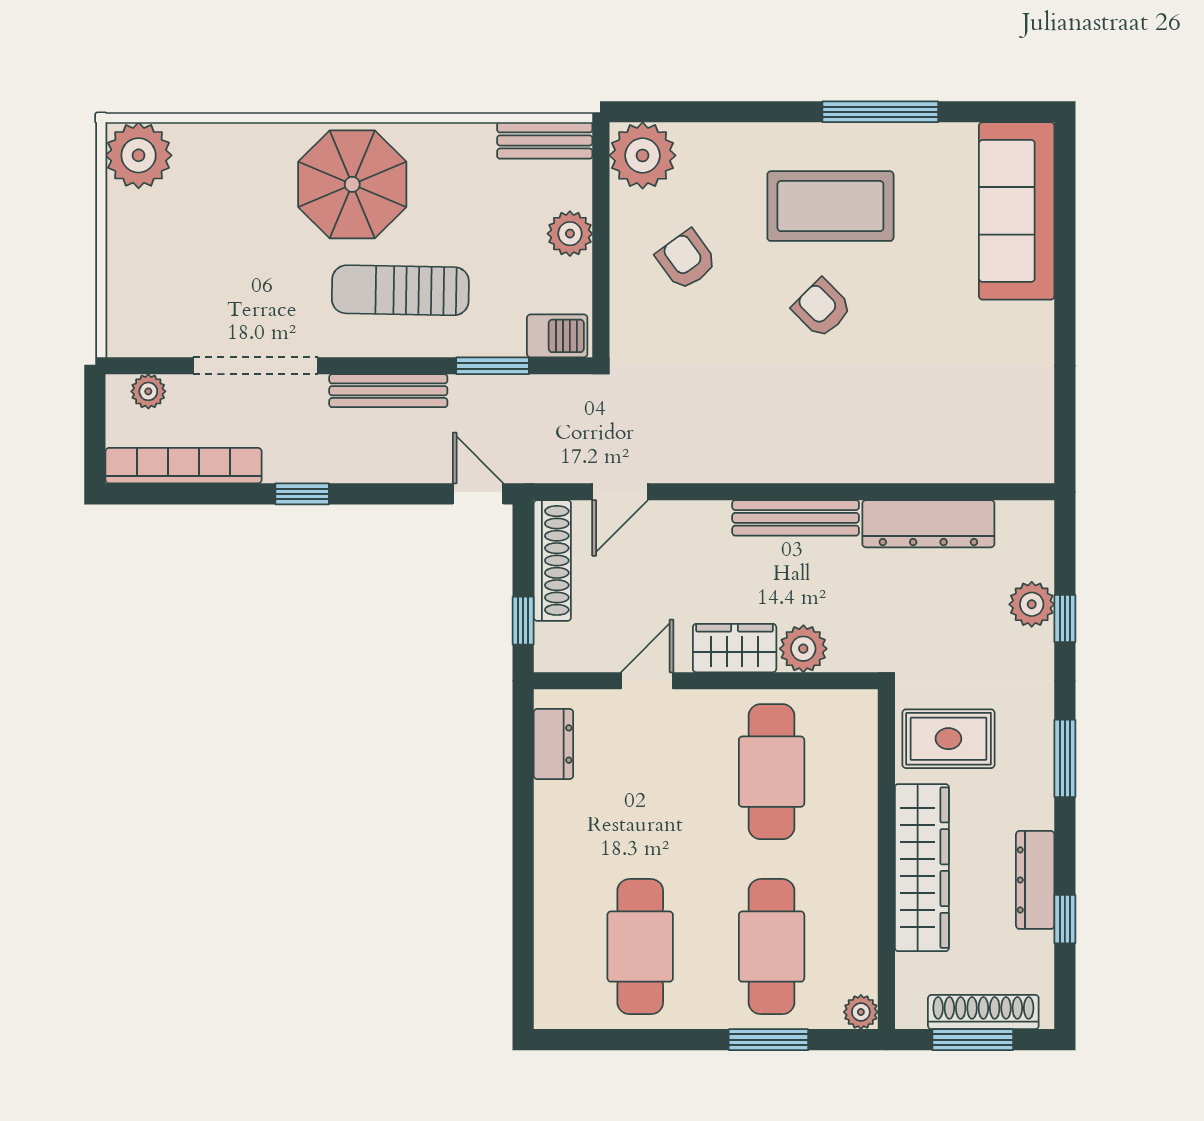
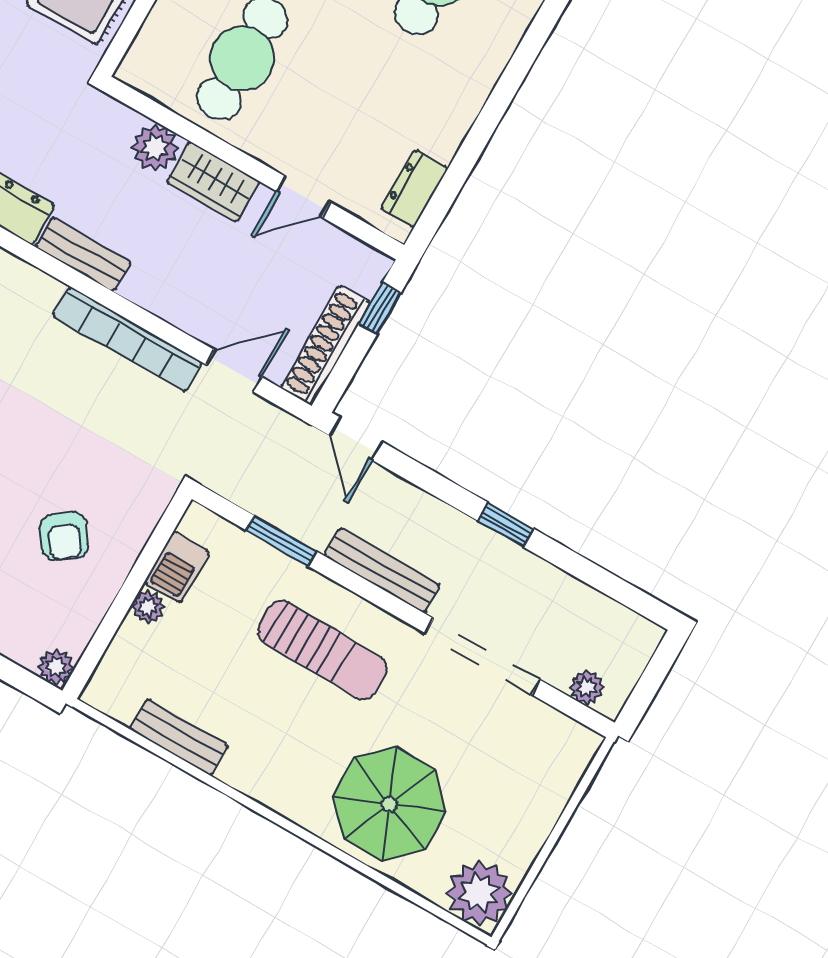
bench: (545, 140) -> (179, 737), moved
plant: (643, 155) -> (56, 667), width x0.53, depth x0.53
parasol: (352, 184) -> (389, 804), moved
plant: (570, 234) -> (148, 607), width x0.73, depth x0.73
barbecue: (557, 336) -> (177, 567), moved, turned -90
bookcase: (184, 466) -> (128, 339), moved
bench: (796, 518) -> (83, 254), width x0.73

